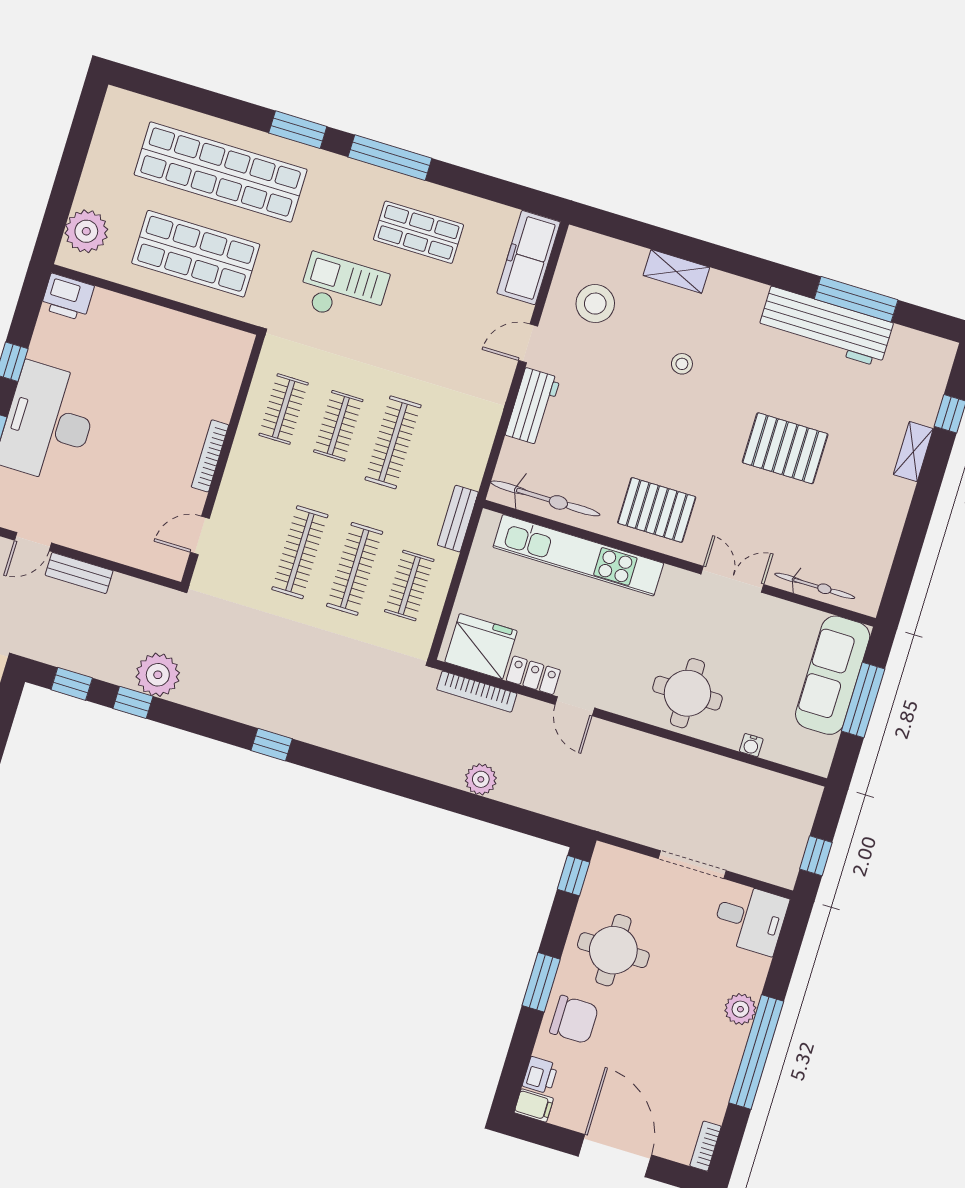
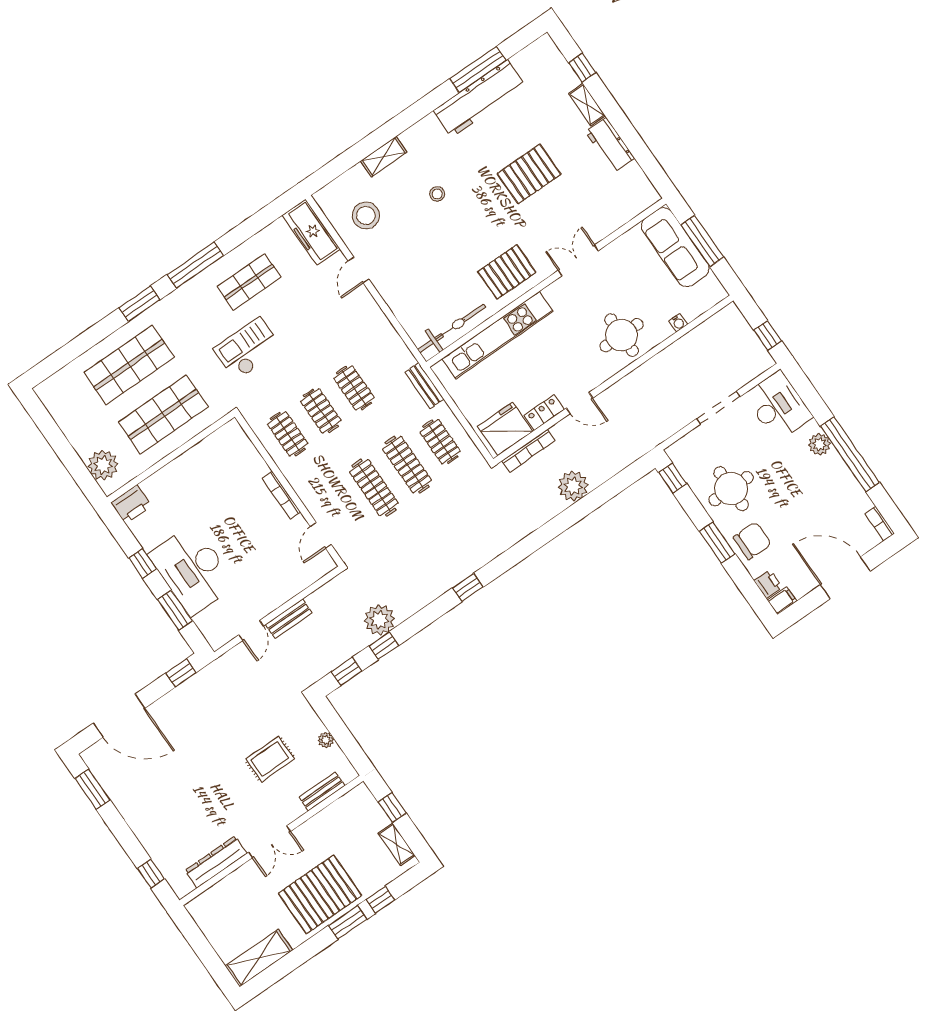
shop shelf: (221, 172) -> (129, 365), width x0.71
workbench: (533, 406) -> (610, 145), moved, turned 180
clothes rail: (393, 442) -> (354, 388), width x0.73
bicycle: (815, 586) -> (618, 218), removed
plant: (481, 779) -> (573, 486), width x1.36, depth x1.36
desk: (750, 919) -> (778, 406), width x1.37

